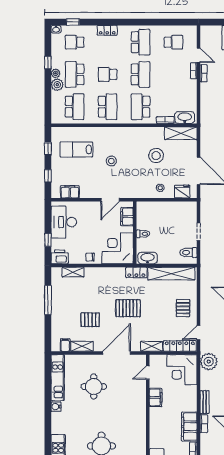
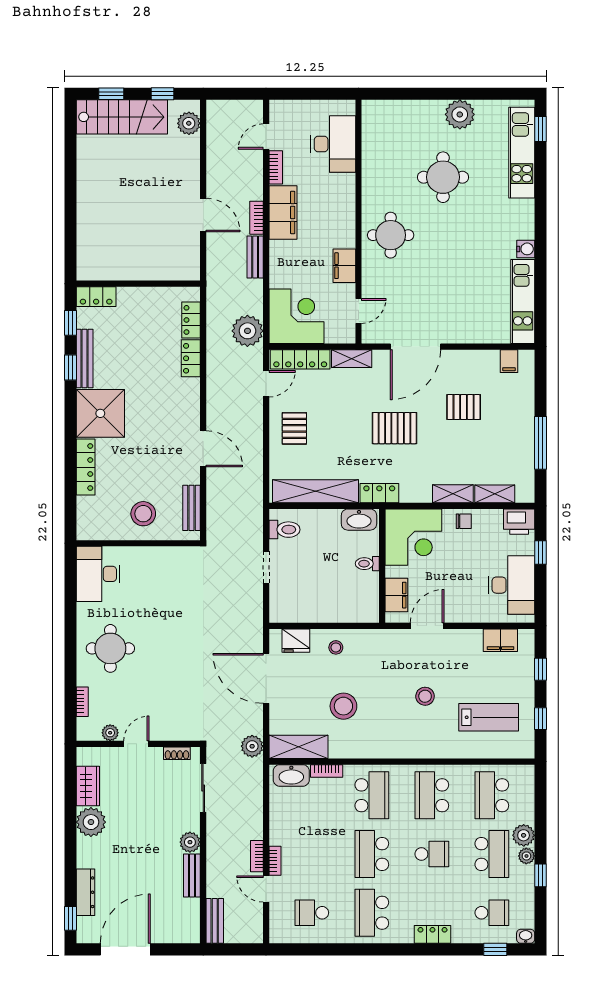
plant: (206, 134) -> (252, 746), added
shelving: (82, 346) -> (453, 494), moved
round table: (94, 387) -> (391, 235), moved

